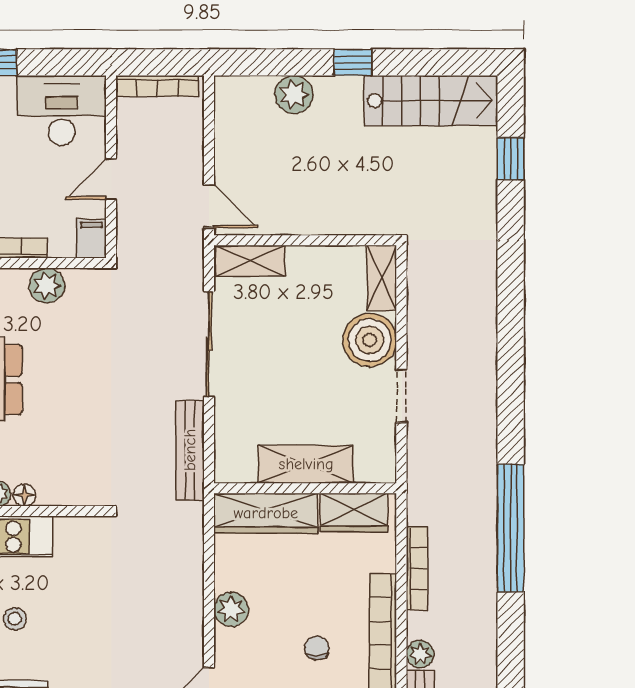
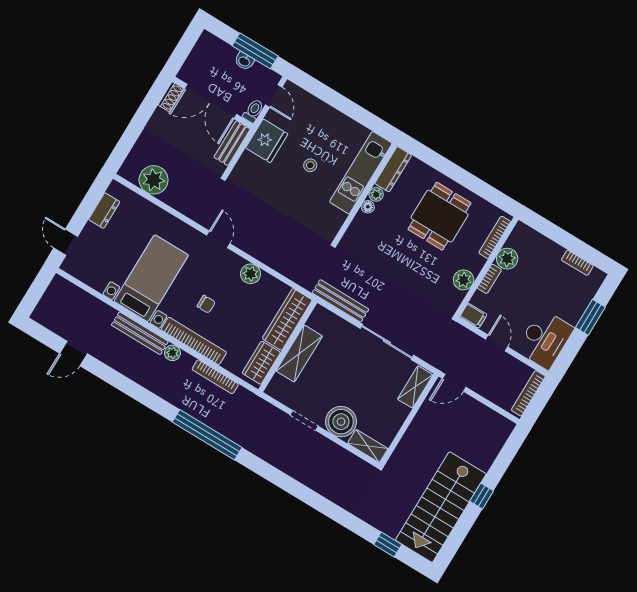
plant: (294, 94) -> (484, 458), removed
stairs: (431, 101) -> (441, 507), width x1.36, depth x1.51

